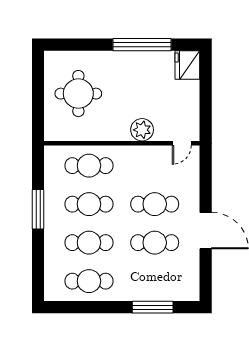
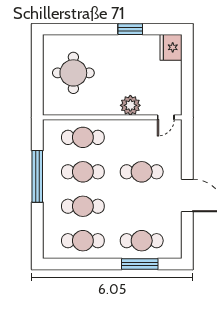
window: (142, 45) -> (130, 29), width x0.47
window: (38, 209) -> (37, 176), width x1.46
cafe table: (155, 243) -> (142, 241), moved

